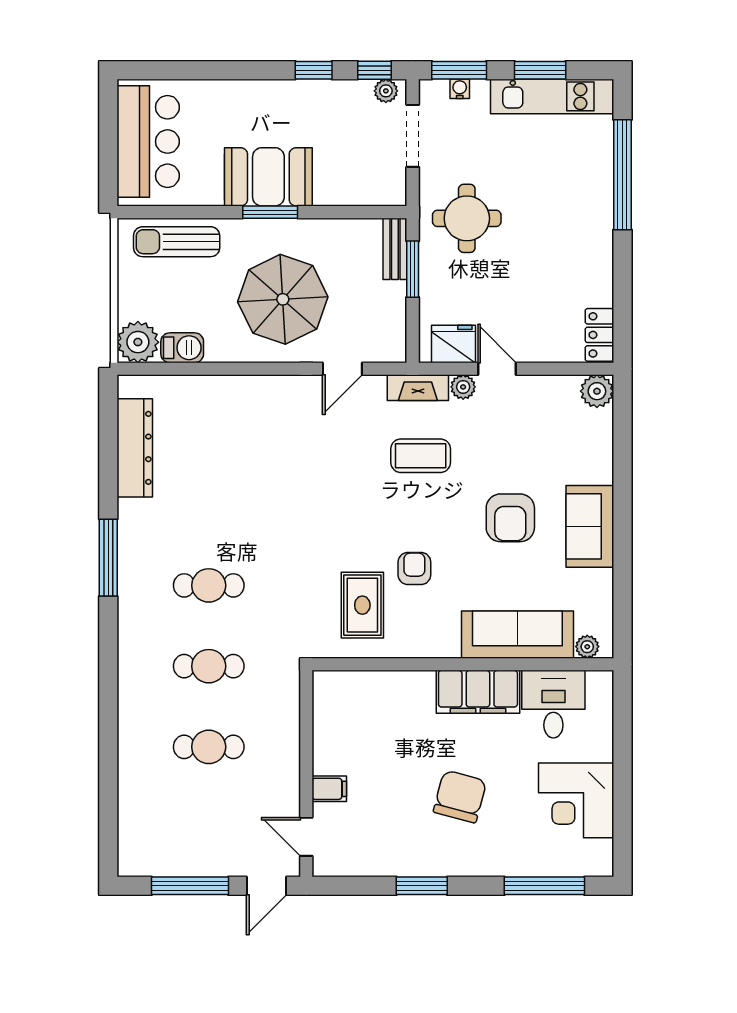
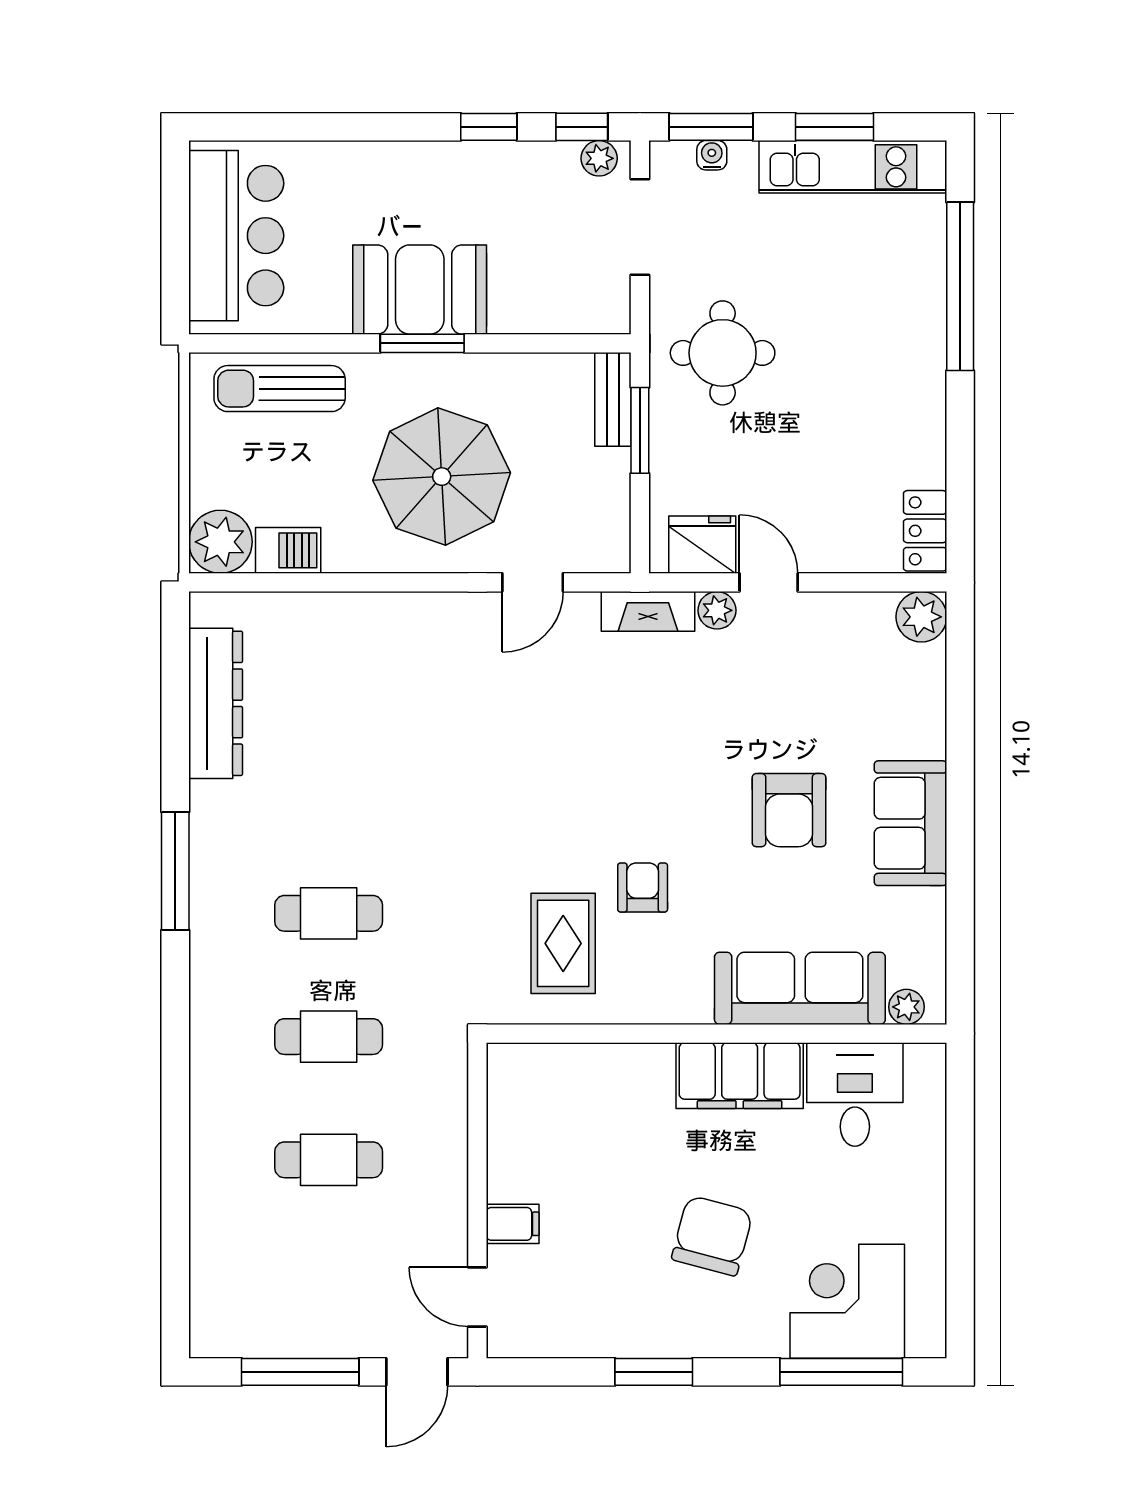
coffee table: (421, 456) -> (652, 715), removed
corner desk: (576, 800) -> (847, 1301), moved, turned 90

